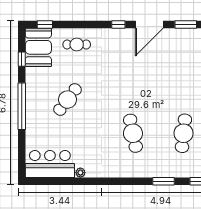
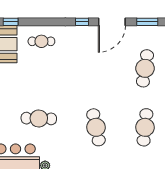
cafe table: (183, 72) -> (145, 68), added
cafe table: (68, 100) -> (39, 118), moved, turned 55

